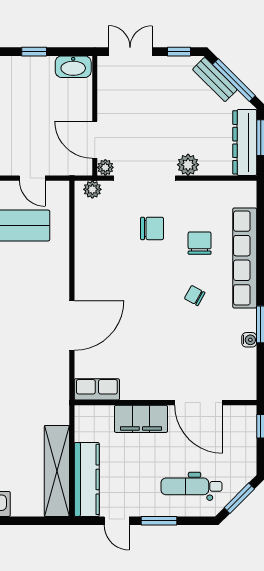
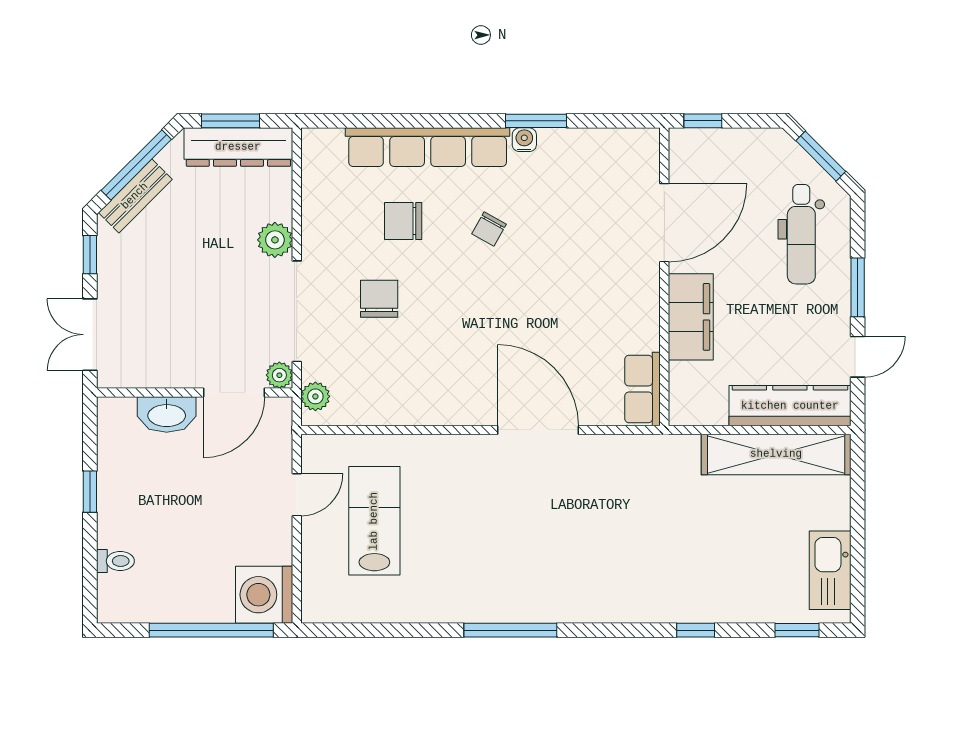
washbasin: (73, 67) -> (167, 414), moved, turned 90
water cooler: (249, 340) -> (524, 140), moved

